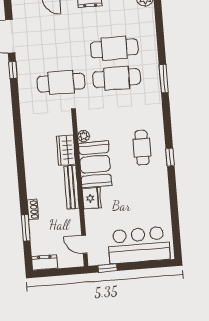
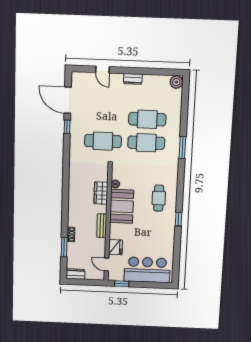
window: (170, 157) -> (179, 219), moved
bench: (71, 187) -> (102, 226), width x0.73
fridge: (92, 198) -> (115, 247), moved

